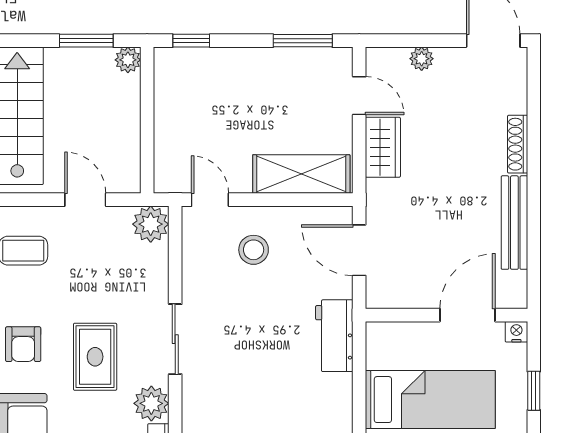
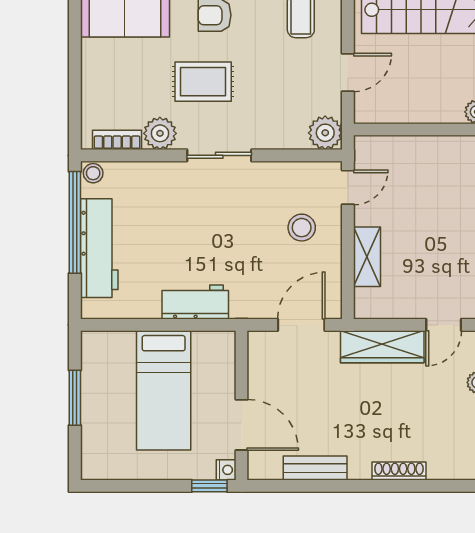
wardrobe: (383, 147) -> (382, 347), width x1.50
shelving: (301, 174) -> (367, 257), width x0.67, depth x0.75
bench: (514, 223) -> (315, 468), width x0.73
workbench: (334, 336) -> (195, 302), moved
window: (534, 391) -> (209, 486), moved

